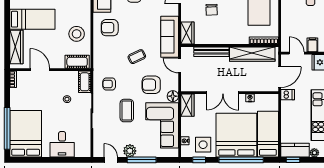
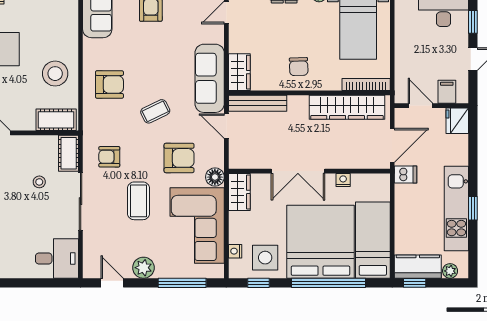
chair: (212, 10) -> (299, 67), moved
armchair: (110, 28) -> (109, 84), moved, turned 180
bench: (211, 52) -> (258, 103), moved
armchair: (151, 85) -> (179, 158), turned 180
desk: (62, 144) -> (57, 259), moved, turned -90
window: (142, 160) -> (182, 283), moved

